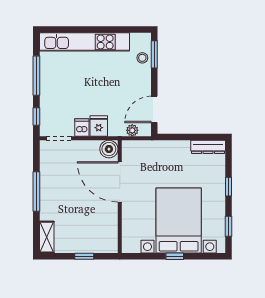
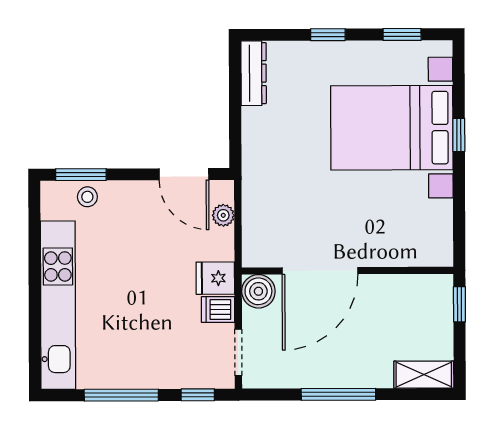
boiler: (109, 149) -> (258, 291), moved
door: (120, 182) -> (320, 271), moved
wall: (120, 197) -> (347, 271), moved

